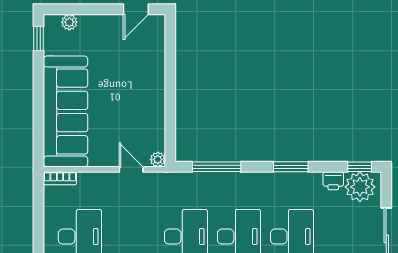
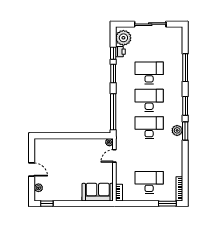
door: (136, 9) -> (32, 170), moved
sofa: (66, 111) -> (98, 192), width x0.54, depth x0.79
window: (217, 167) -> (113, 112), width x1.46
window: (360, 167) -> (113, 53), moved

